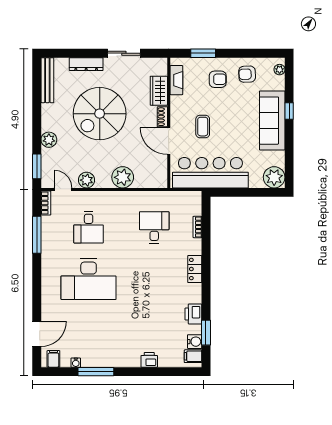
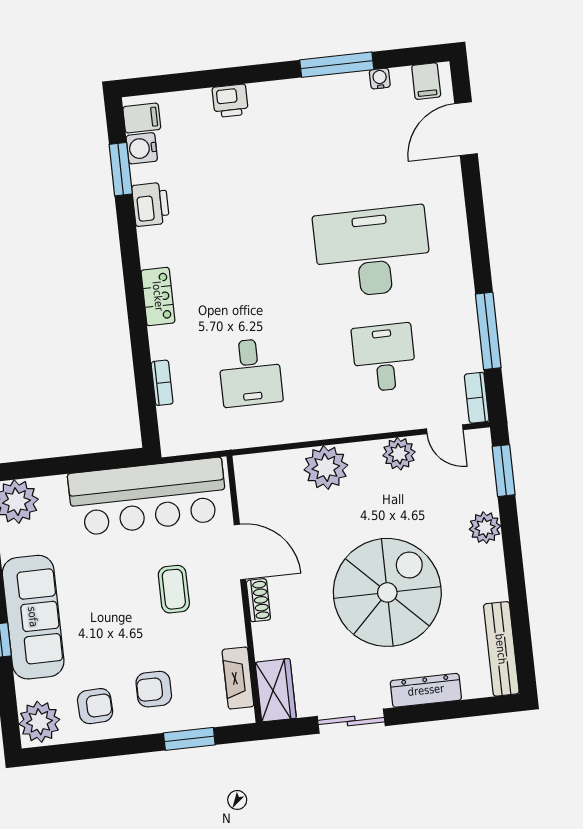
plant: (280, 70) -> (39, 722), width x1.88, depth x1.88
wardrobe: (159, 91) -> (276, 690), moved

